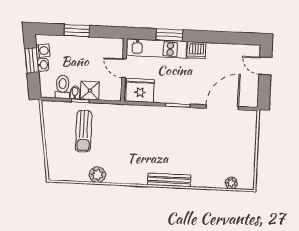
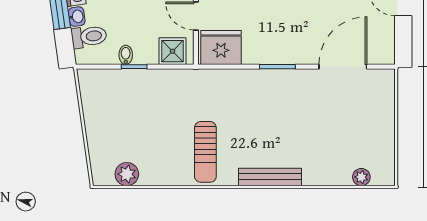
toilet: (63, 87) -> (89, 37), moved, turned 82
shower: (90, 91) -> (172, 51), moved
sun lounger: (84, 131) -> (205, 152), moved
plant: (97, 175) -> (127, 174), moved

